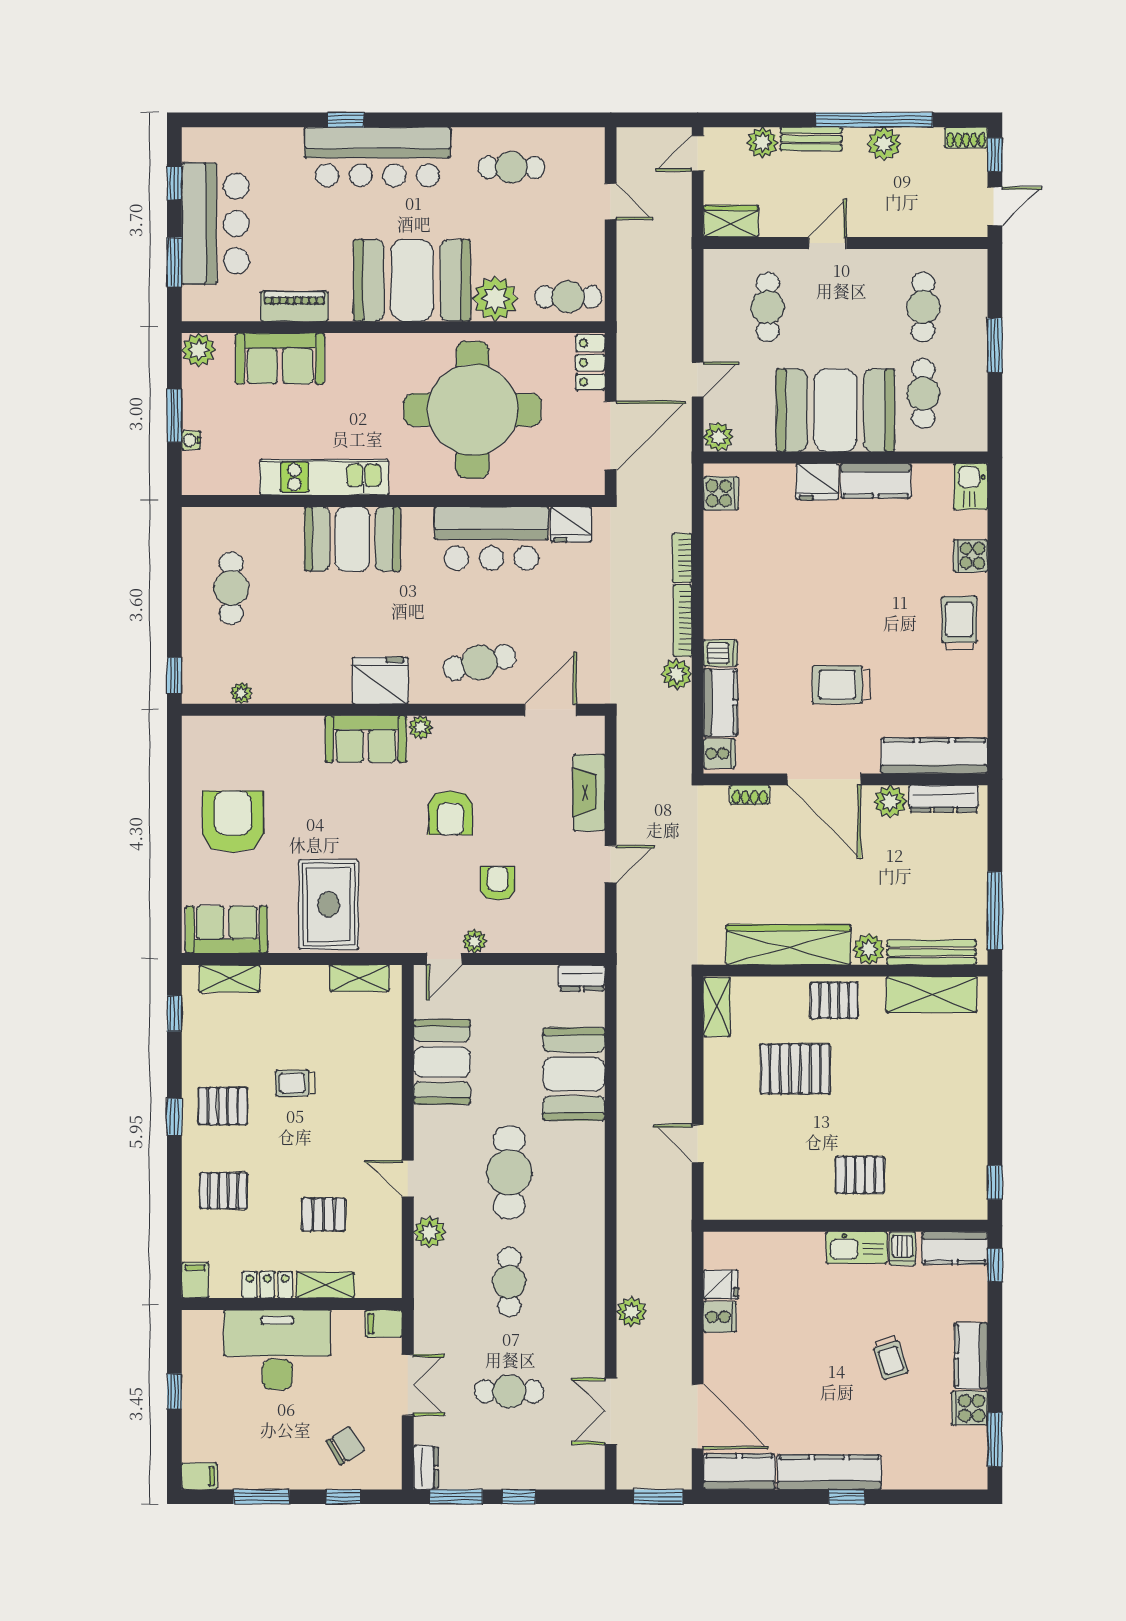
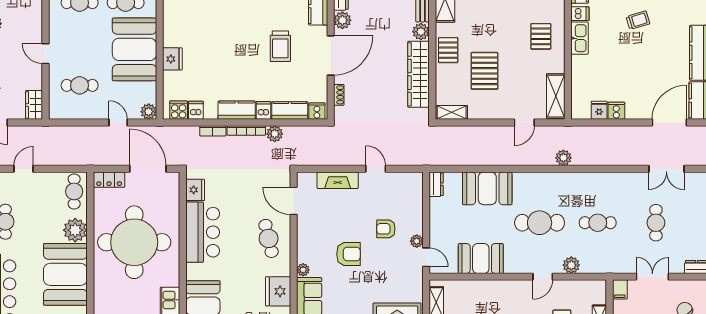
kitchen counter: (876, 481) -> (237, 110), moved, turned -90
dishwasher: (721, 526) -> (196, 110), added
shelving: (747, 1203) -> (556, 96), added
plant: (631, 1312) -> (563, 158), moved

